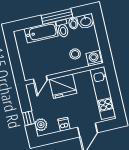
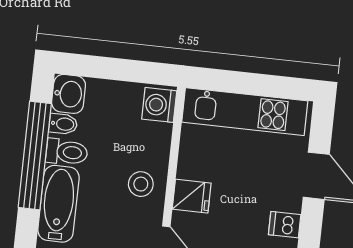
window: (57, 16) -> (35, 155), width x1.46
stool: (75, 54) -> (141, 184), moved
fridge: (63, 86) -> (192, 196), width x0.53, depth x0.75

